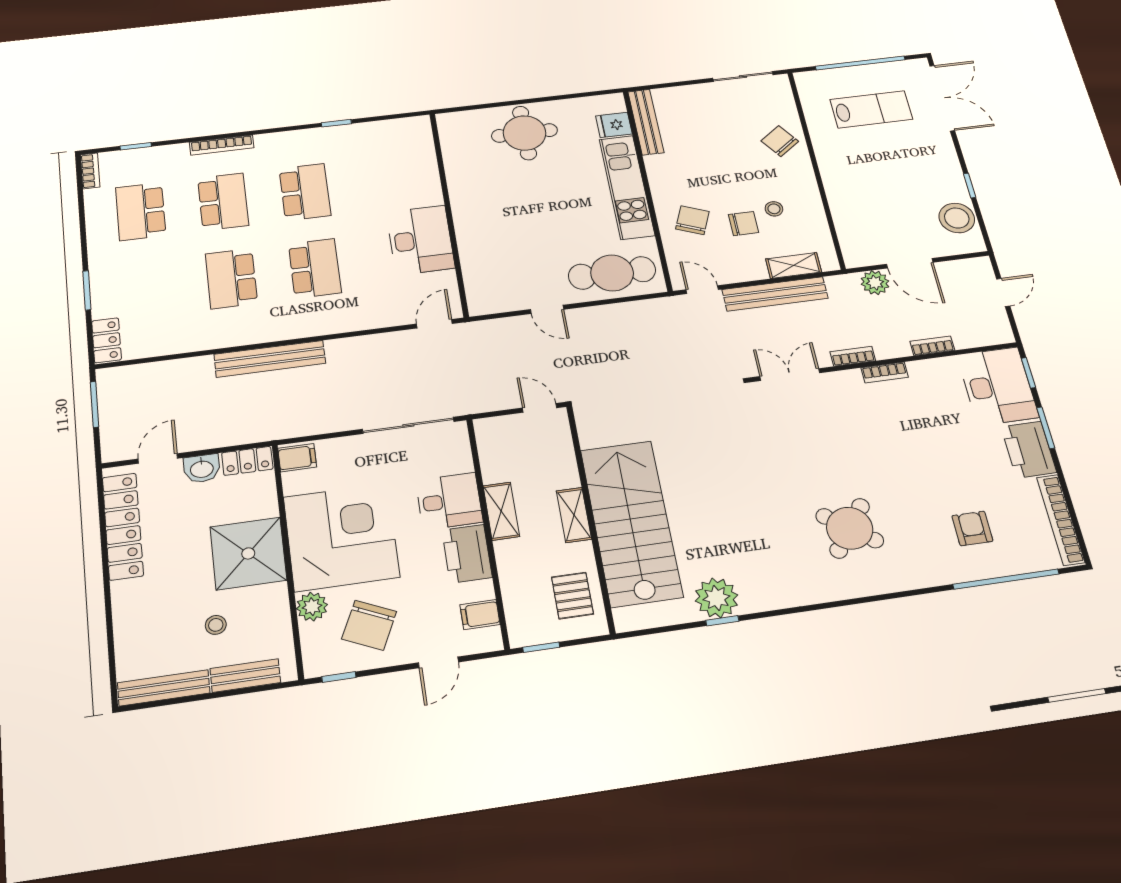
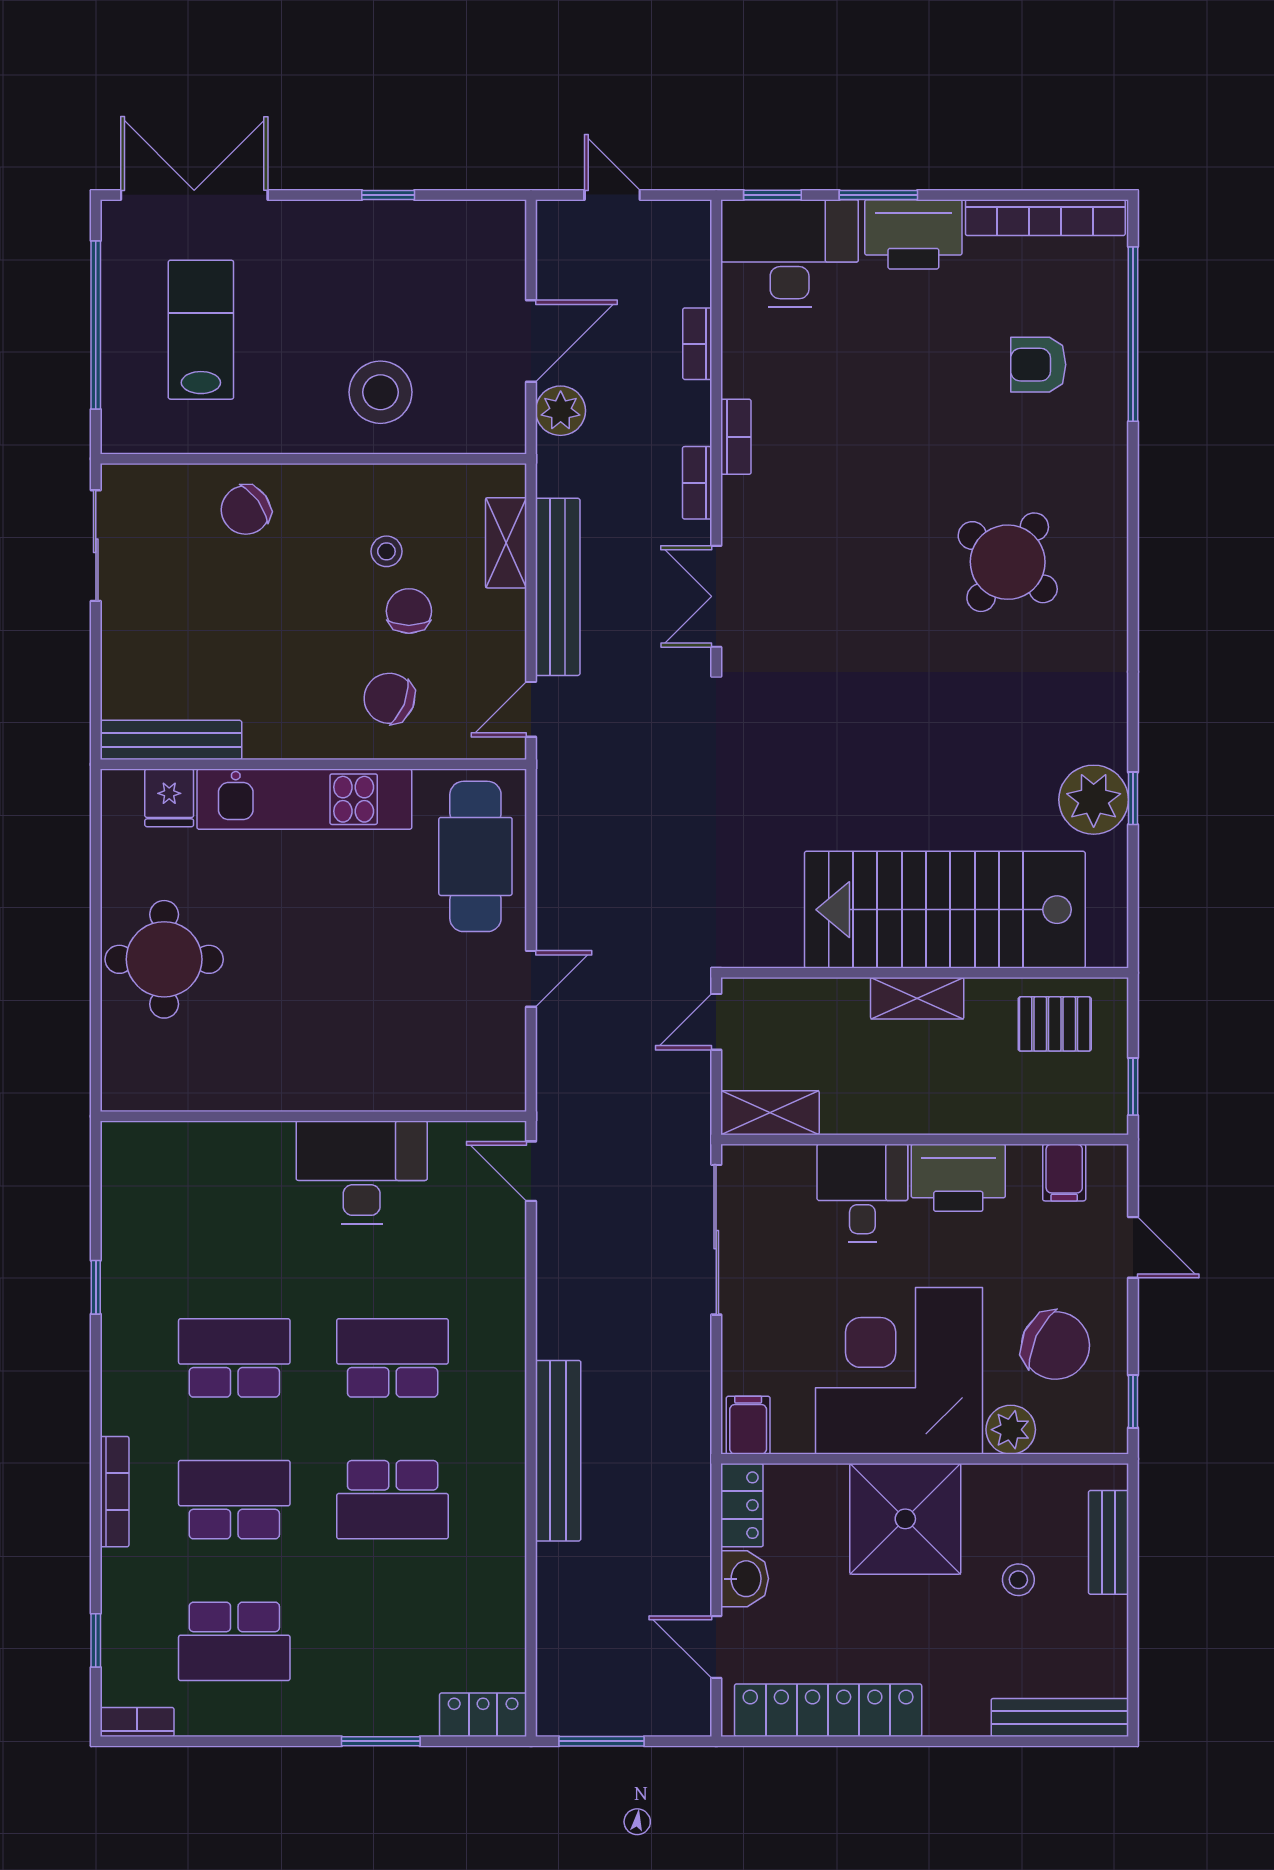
stool: (957, 218) -> (380, 392), moved
shelving: (501, 511) -> (770, 1113), moved
bench: (164, 688) -> (1060, 1717), moved, turned 90

